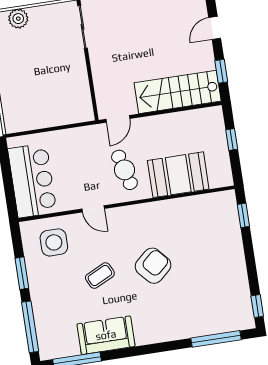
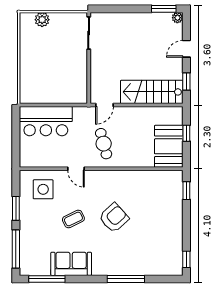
booth: (178, 175) -> (169, 146), moved, turned 90
bar counter: (32, 181) -> (46, 121), moved, turned 90
window: (216, 339) -> (126, 279), moved

